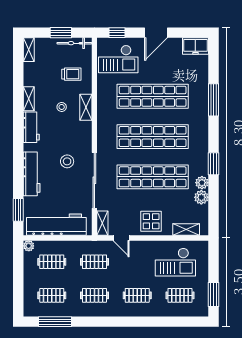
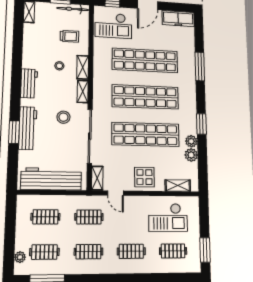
freezer: (195, 46) -> (178, 19), width x1.40
shelving: (29, 99) -> (83, 92), moved
window: (18, 210) -> (14, 132), moved
plant: (29, 246) -> (20, 257), moved

